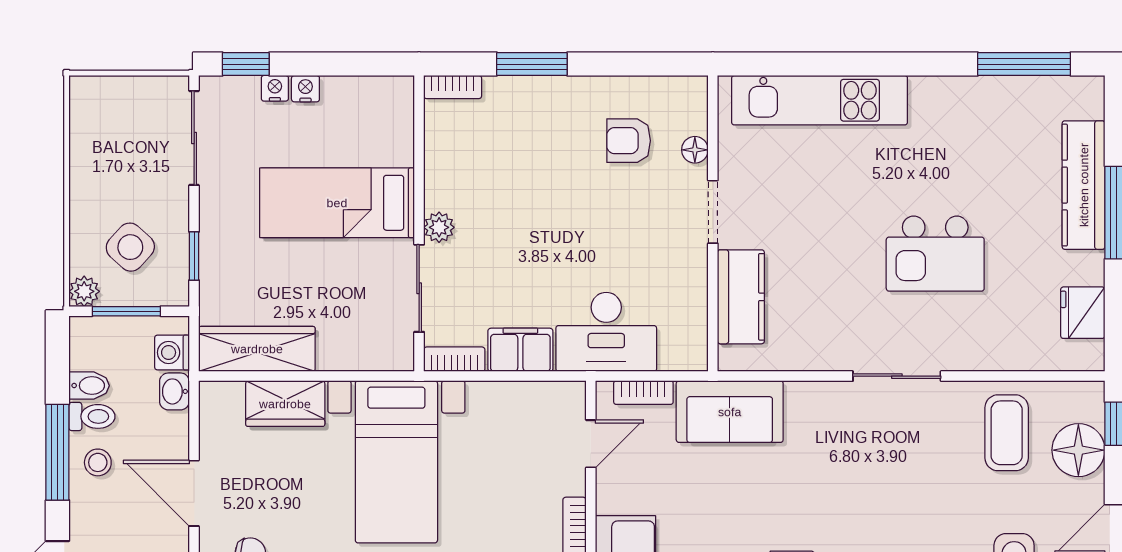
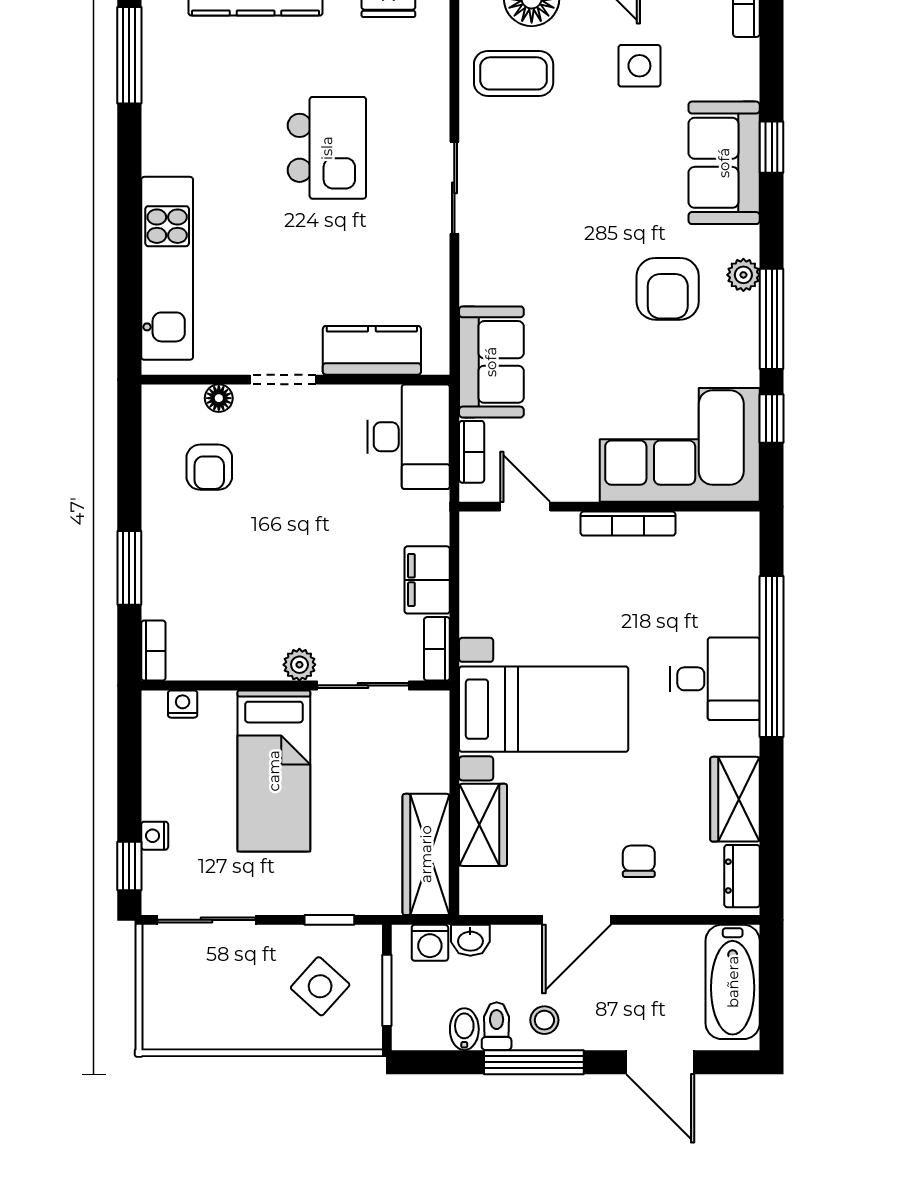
nightstand: (305, 89) -> (183, 704), moved, turned 90
plant: (84, 291) -> (366, 1034), removed
desk: (606, 332) -> (408, 437), moved

